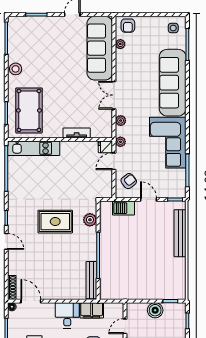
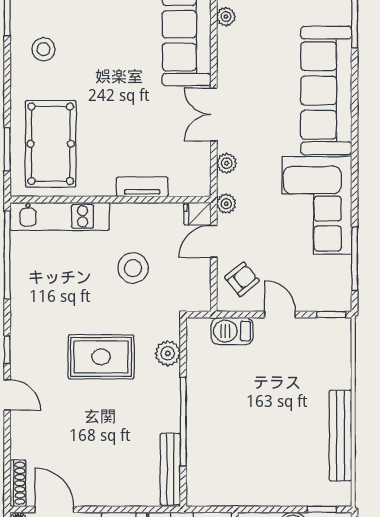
stool: (16, 69) -> (43, 49), moved
stool: (72, 175) -> (133, 268), added
bench: (180, 233) -> (340, 435), moved

